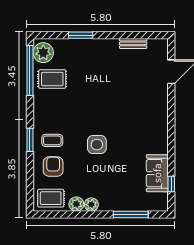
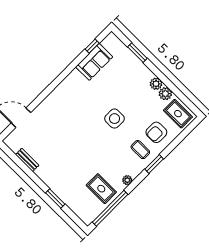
plant: (43, 53) -> (127, 180), moved, width x0.53, depth x0.53
window: (131, 214) -> (137, 53), width x0.69

